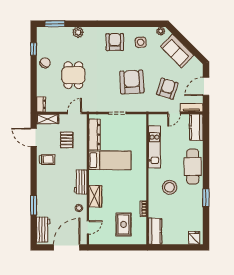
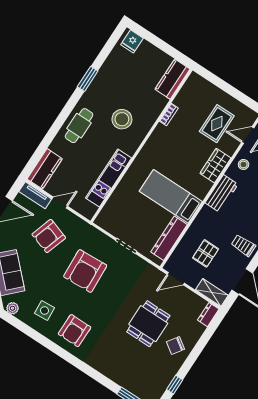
plant: (78, 32) -> (110, 370), removed
chair: (45, 63) -> (176, 345), moved
cafe table: (193, 167) -> (79, 126), width x0.73, depth x0.74
rug: (124, 224) -> (217, 124), moved

